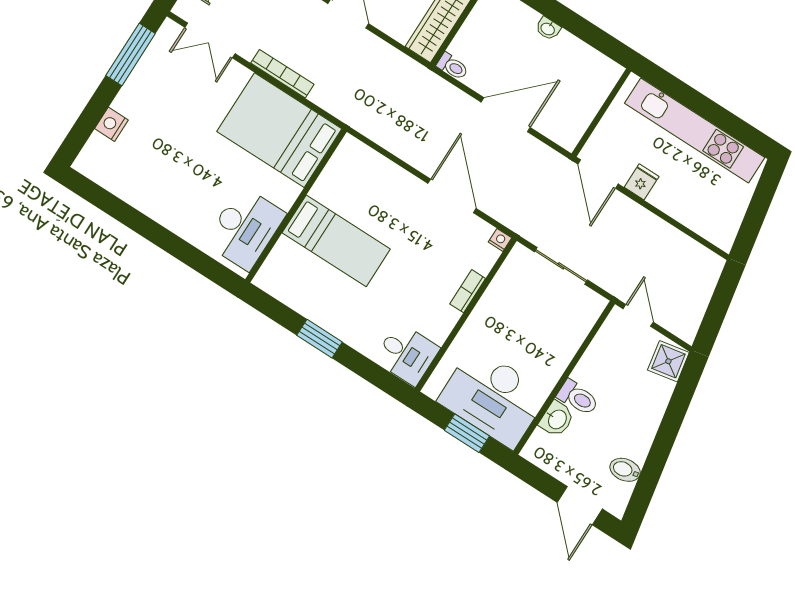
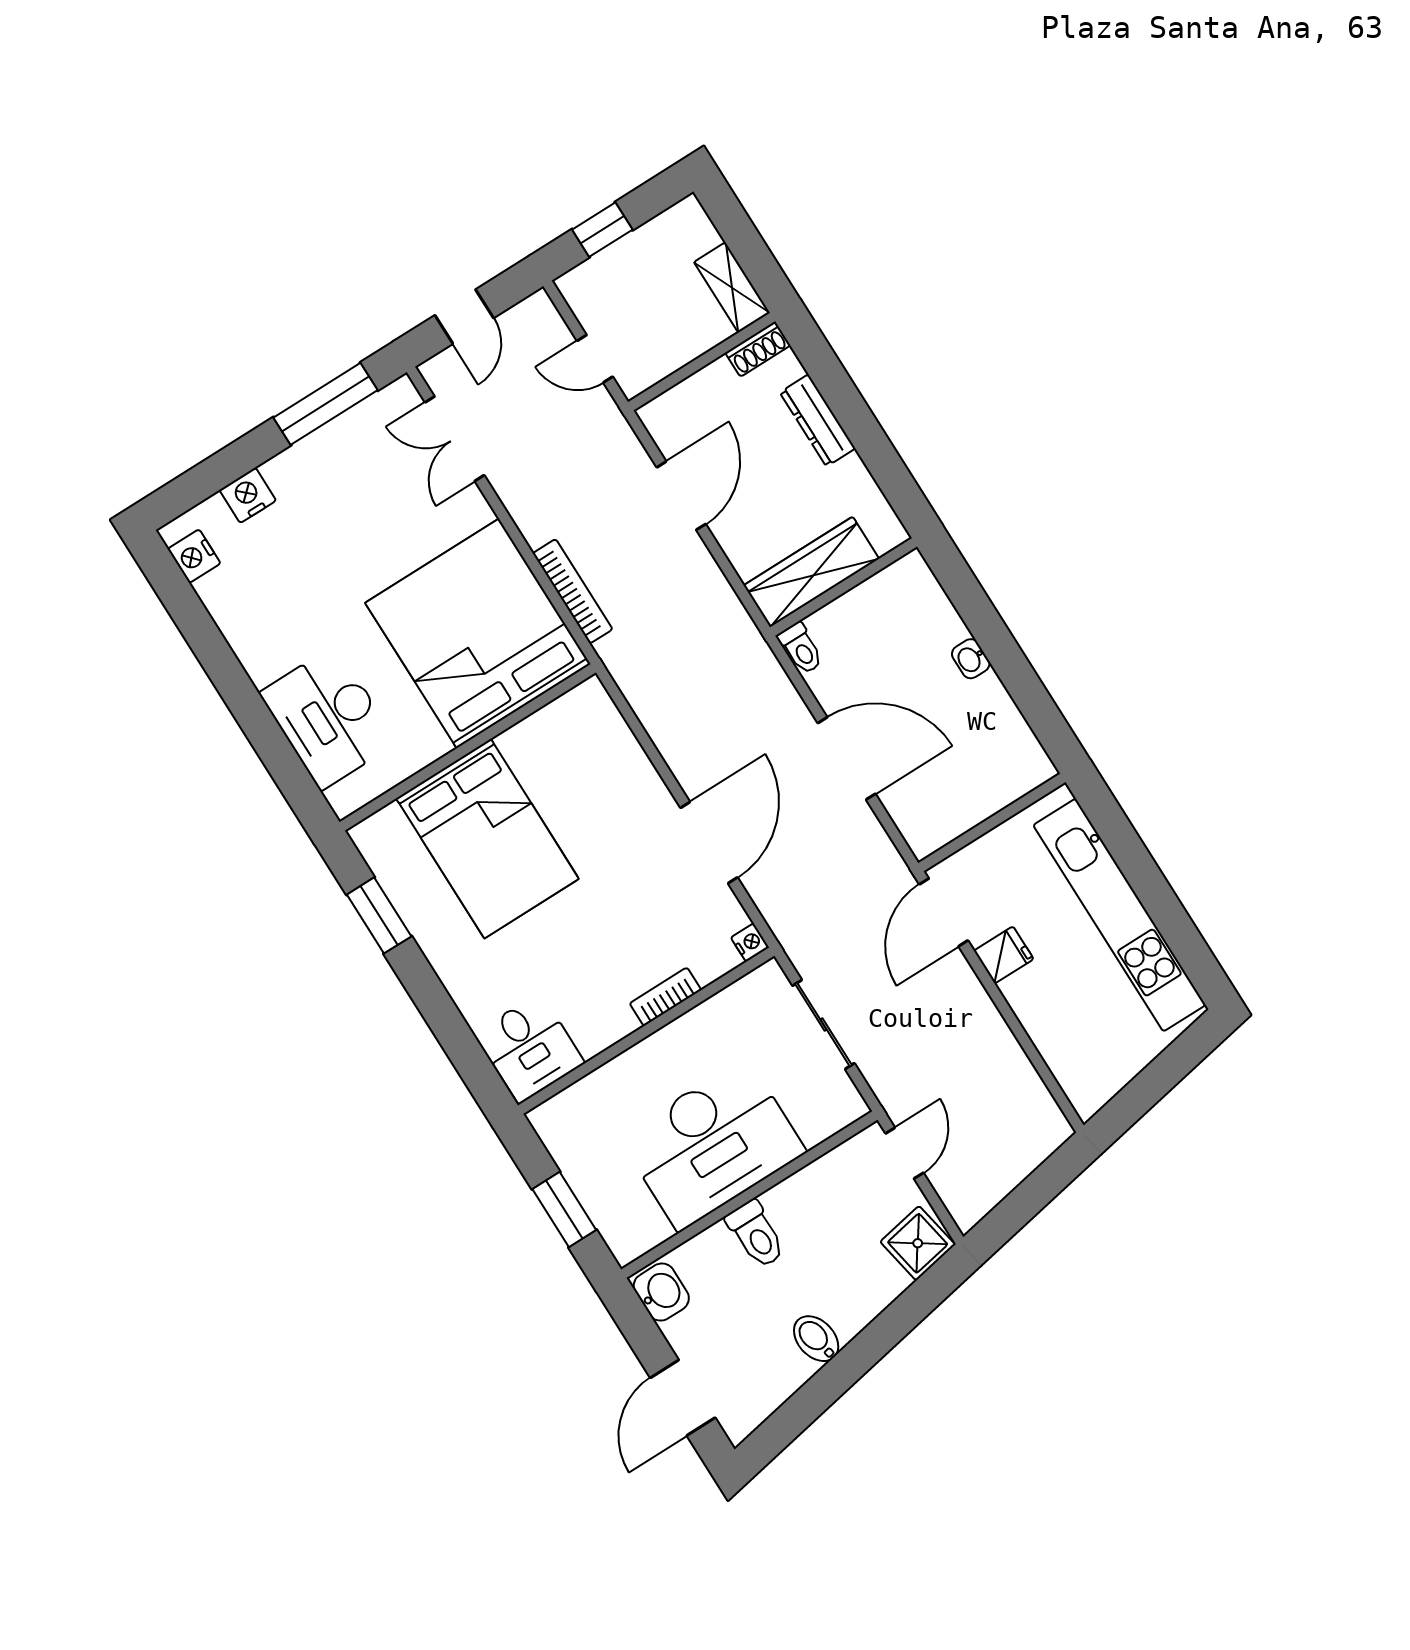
bookcase: (282, 74) -> (573, 591), moved
bed: (279, 130) -> (478, 633), width x1.36
nightstand: (98, 171) -> (194, 556), added
desk: (245, 228) -> (328, 718), moved, turned 90
bed: (336, 241) -> (487, 839), width x1.50
window: (320, 339) -> (379, 915), moved
desk: (493, 397) -> (712, 1144), moved, turned -90
washbasin: (557, 419) -> (661, 1292), moved, turned -90
bidet: (625, 470) -> (816, 1339), moved

